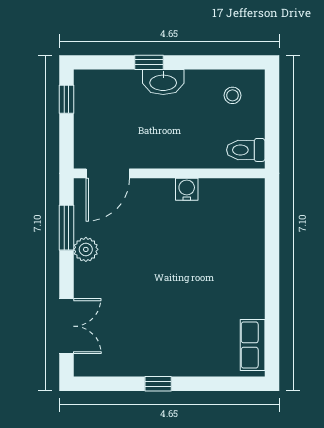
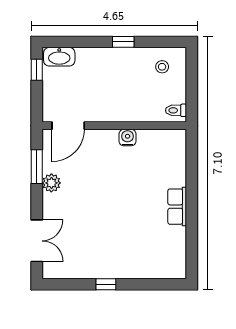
window: (149, 62) -> (123, 42), moved
washbasin: (163, 82) -> (59, 57), moved
toilet: (246, 150) -> (176, 110), width x0.73, depth x0.72
row of seats: (253, 345) -> (177, 207), moved

